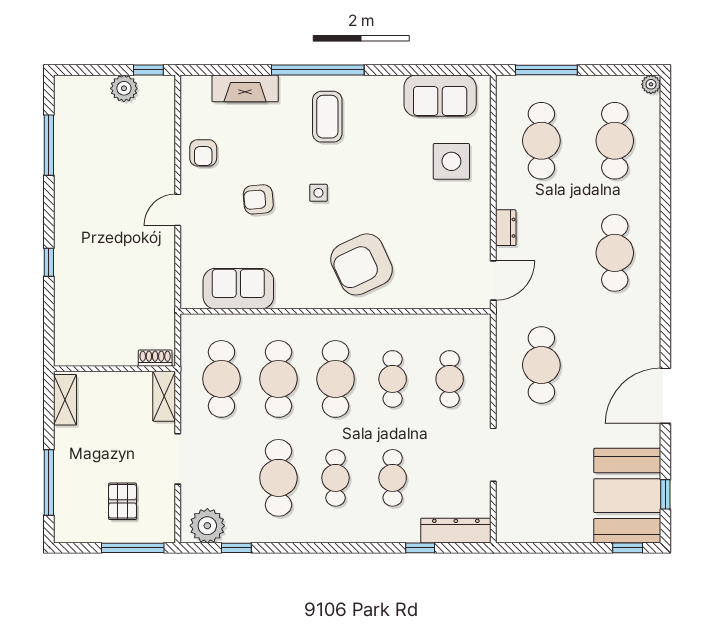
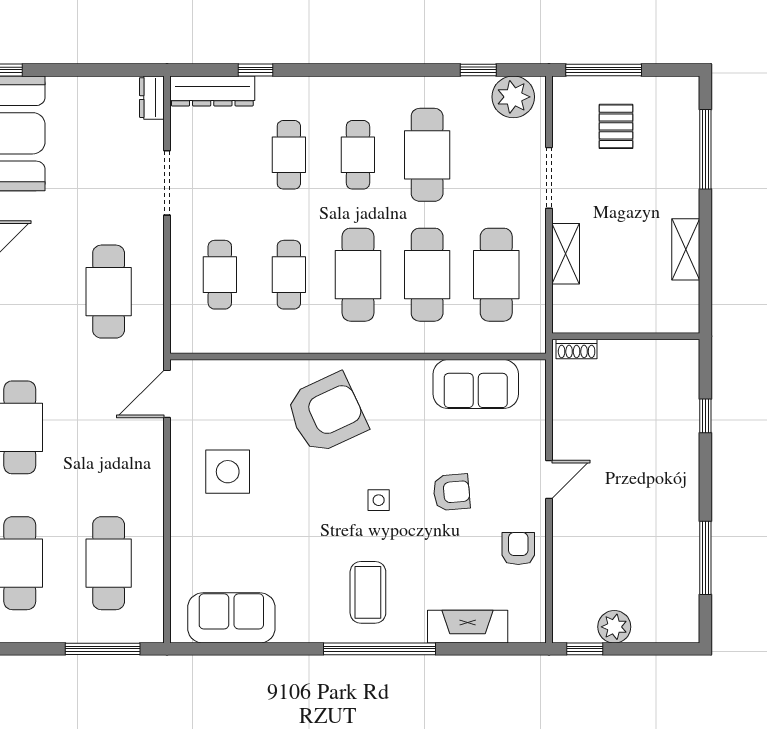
side table: (451, 161) -> (228, 472), moved
dresser: (506, 228) -> (152, 98), moved
shoe rack: (155, 358) -> (577, 349), moved
wall: (114, 369) -> (626, 336), moved

